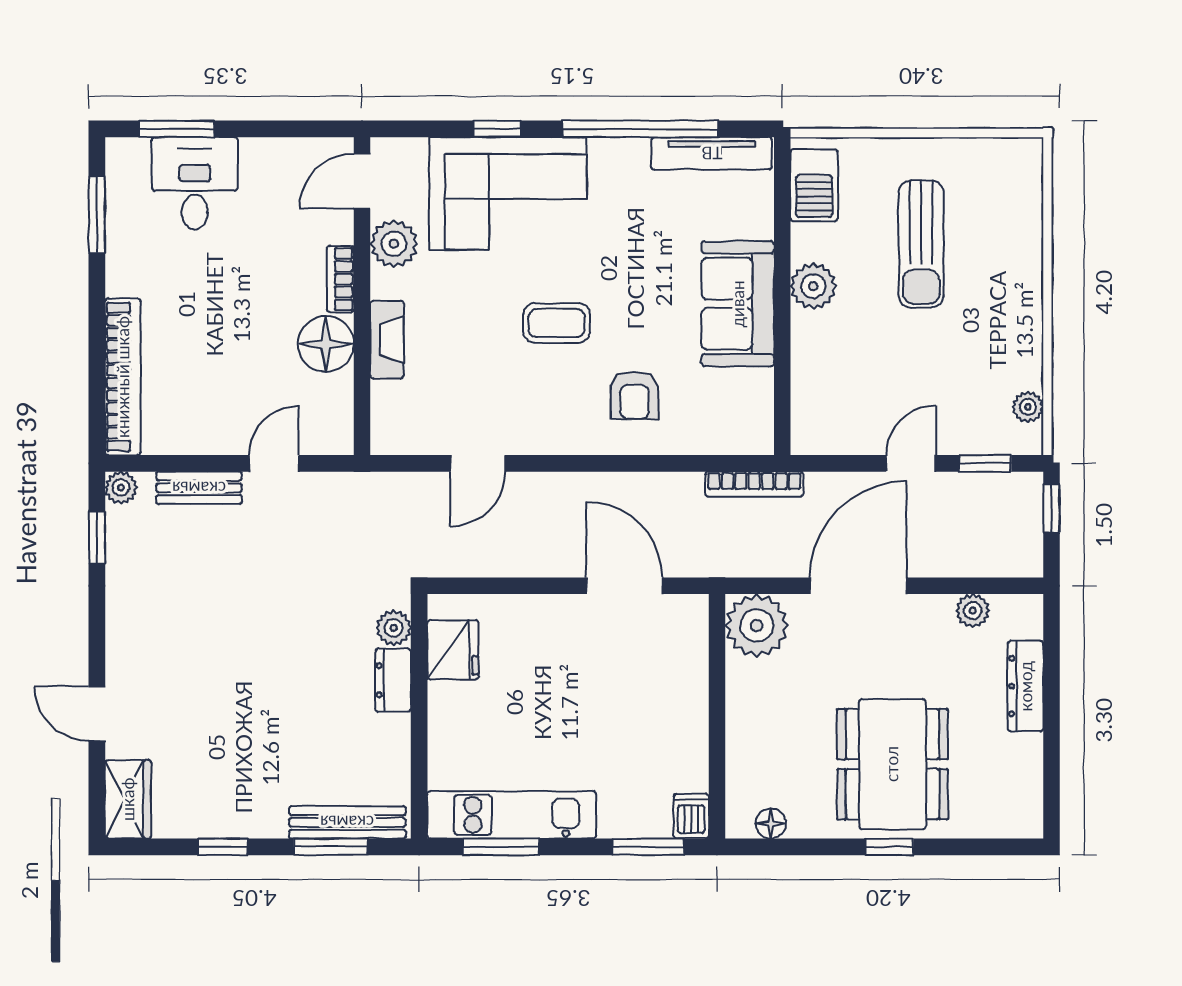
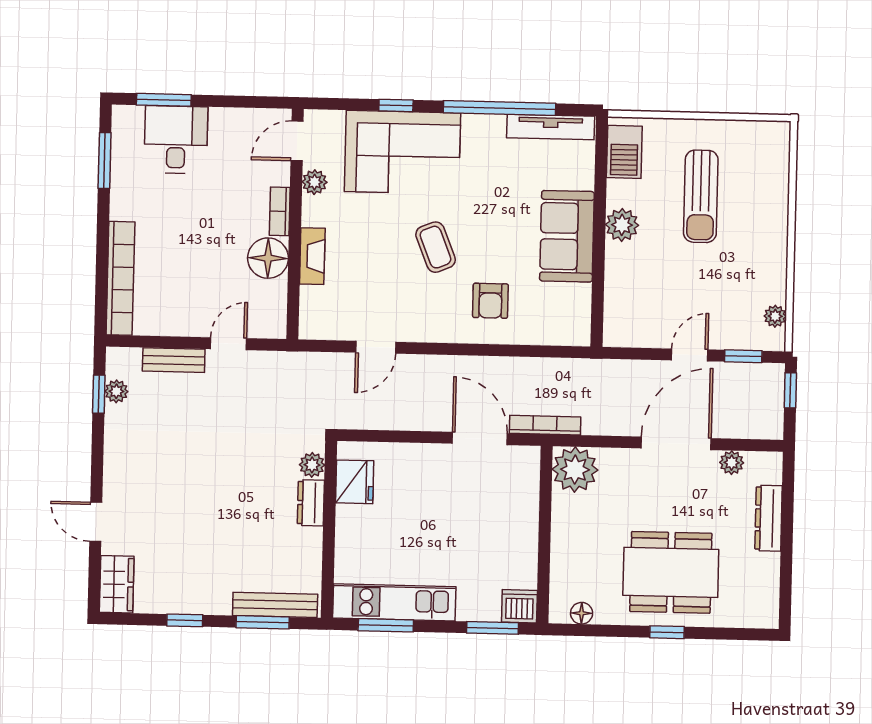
plant: (394, 244) -> (315, 182), width x0.73, depth x0.73
coffee table: (557, 323) -> (436, 247), turned 68
bookcase: (754, 484) -> (545, 425), moved, turned 180
plant: (121, 488) -> (116, 391), moved
door: (858, 586) -> (676, 443), moved
dining table: (892, 764) -> (671, 572), turned 90
dishwasher: (691, 816) -> (519, 606), width x1.38

